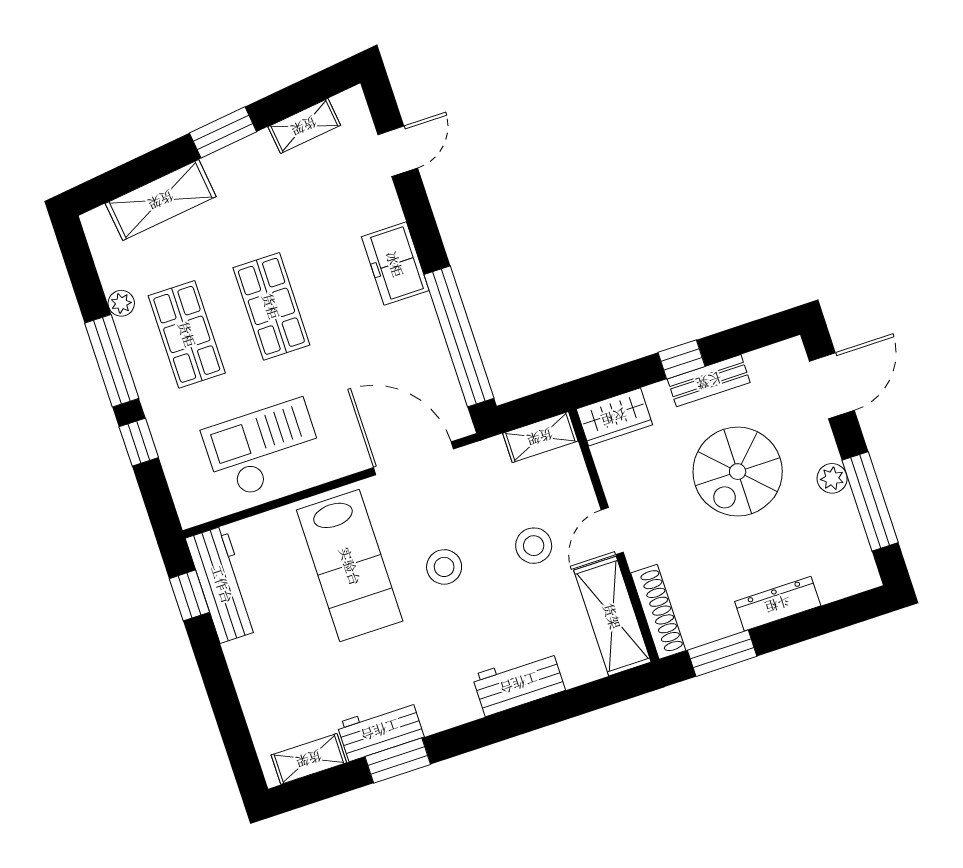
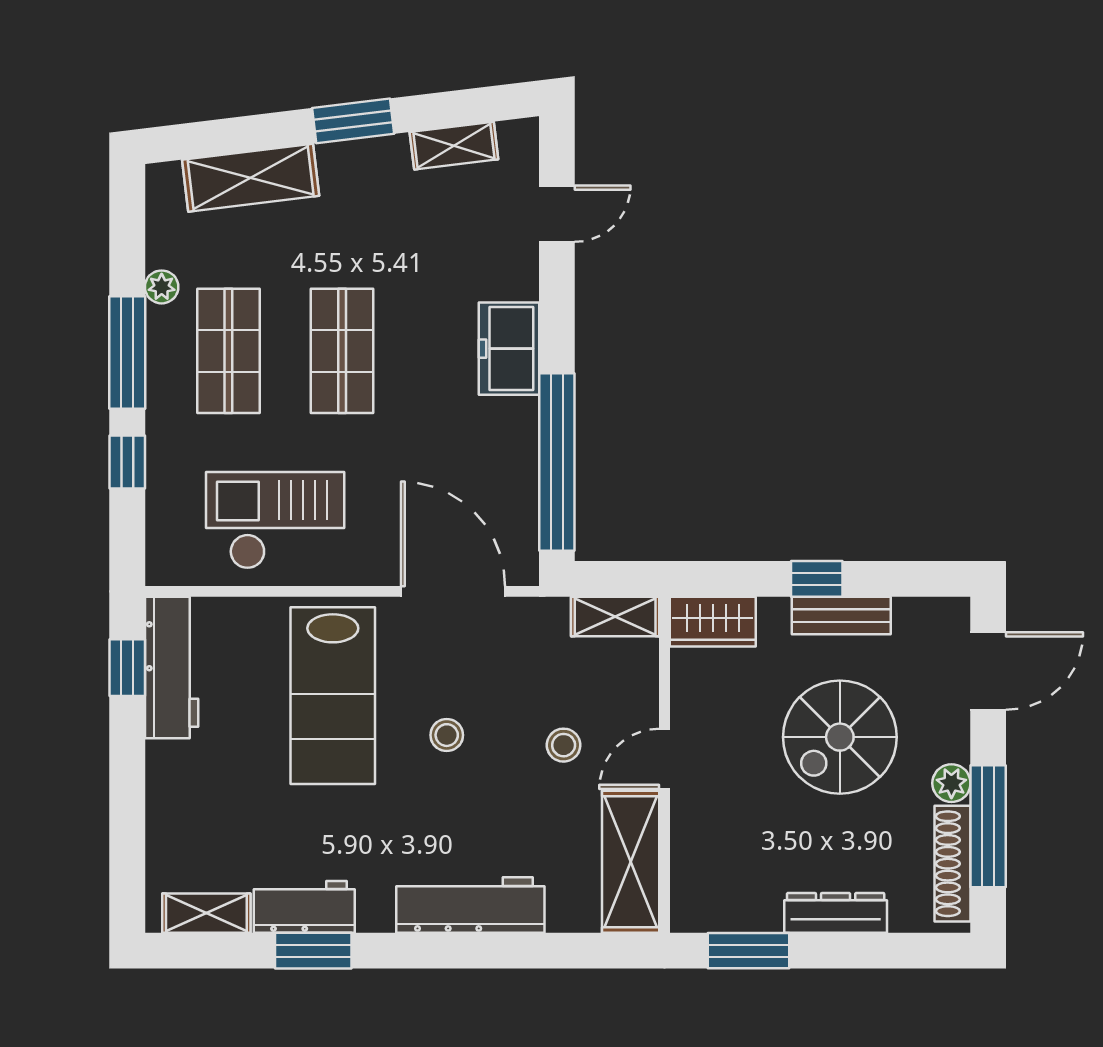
stool: (534, 546) -> (564, 745), width x0.73, depth x0.73
stool: (444, 567) -> (447, 735), width x0.73, depth x0.73
shoe rack: (658, 612) -> (952, 864), moved, turned 180
workbench: (519, 683) -> (470, 905), width x1.38

